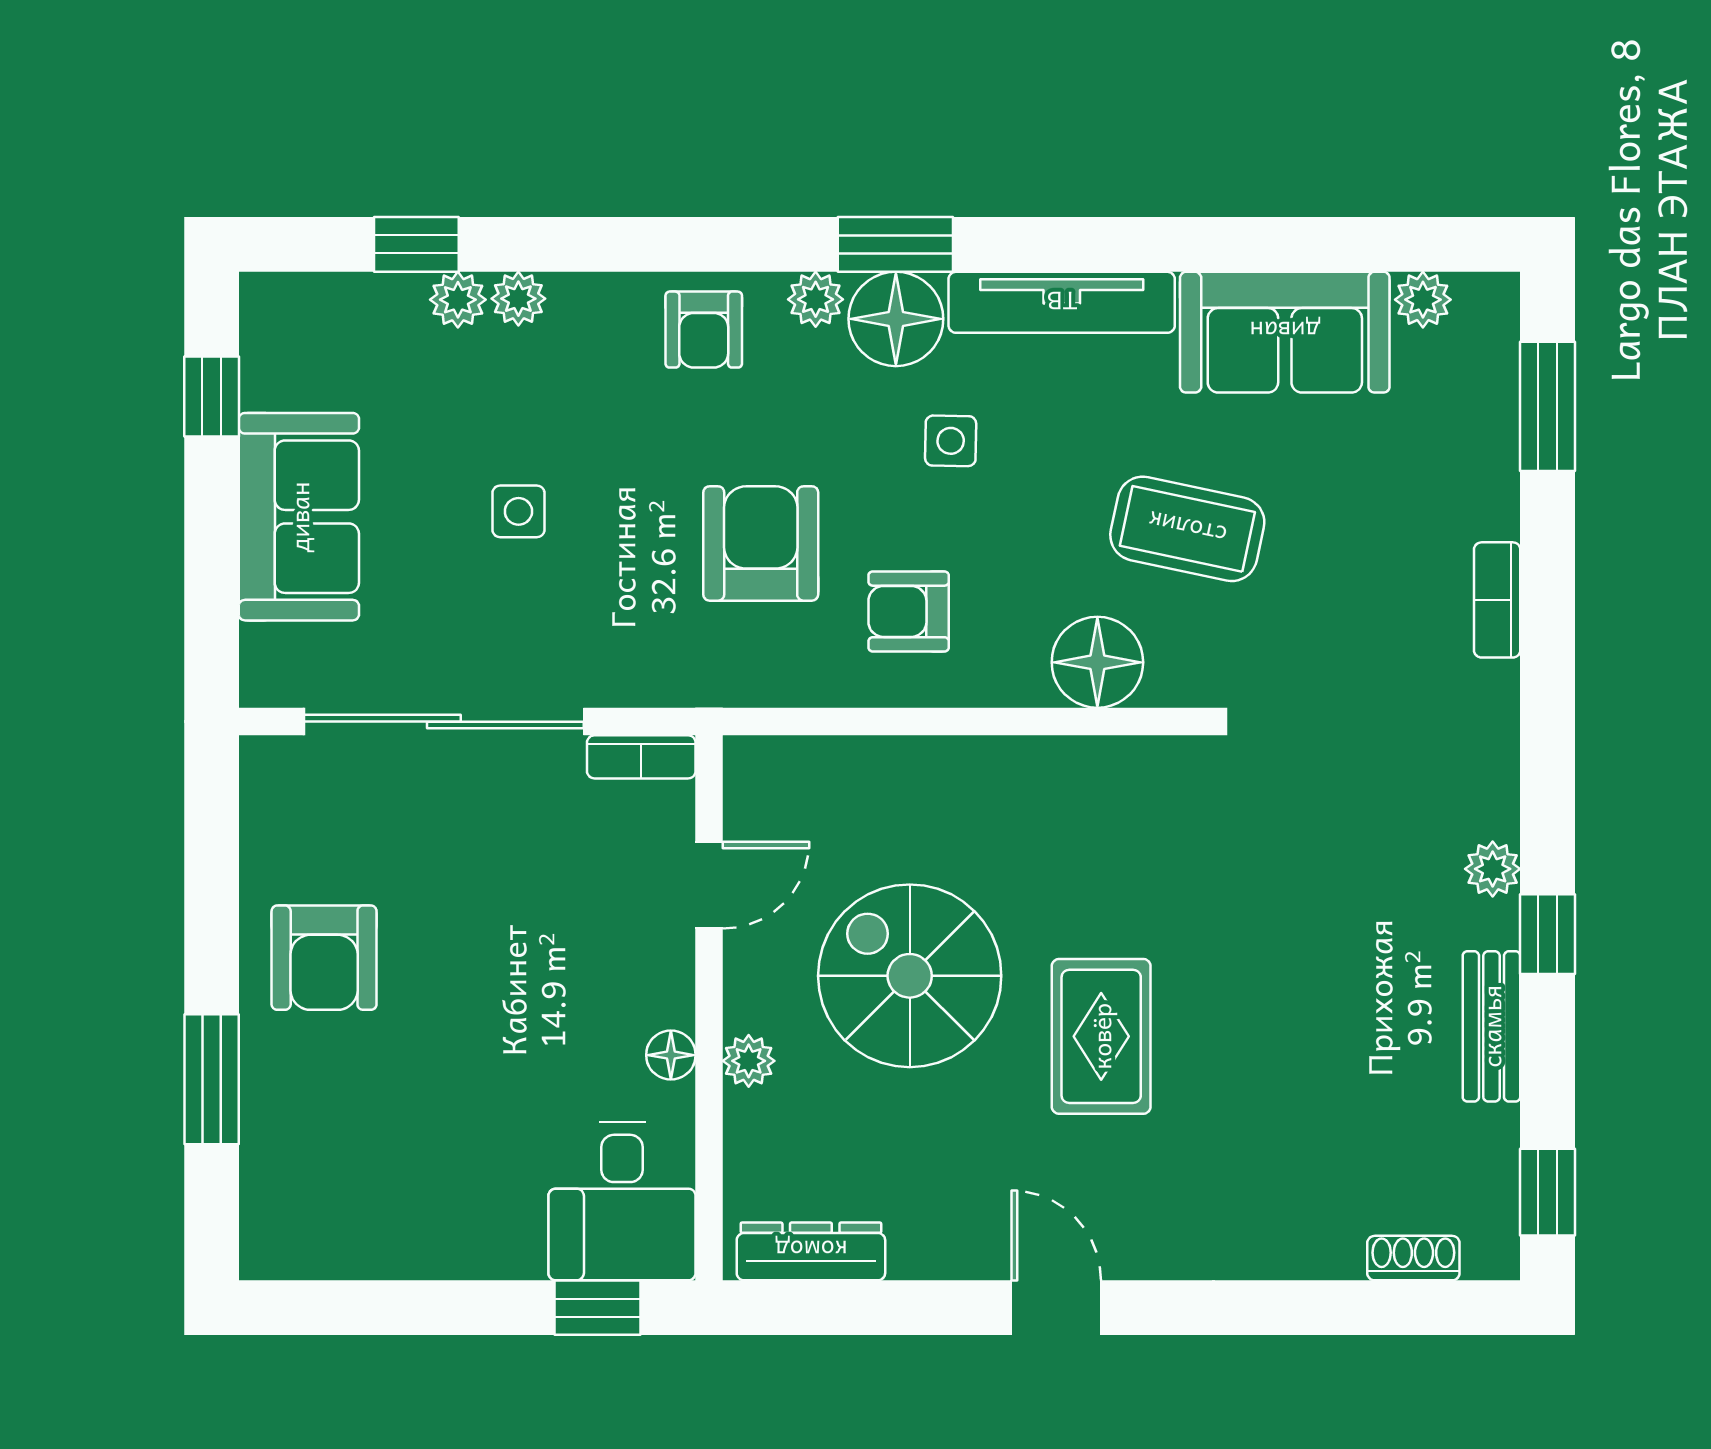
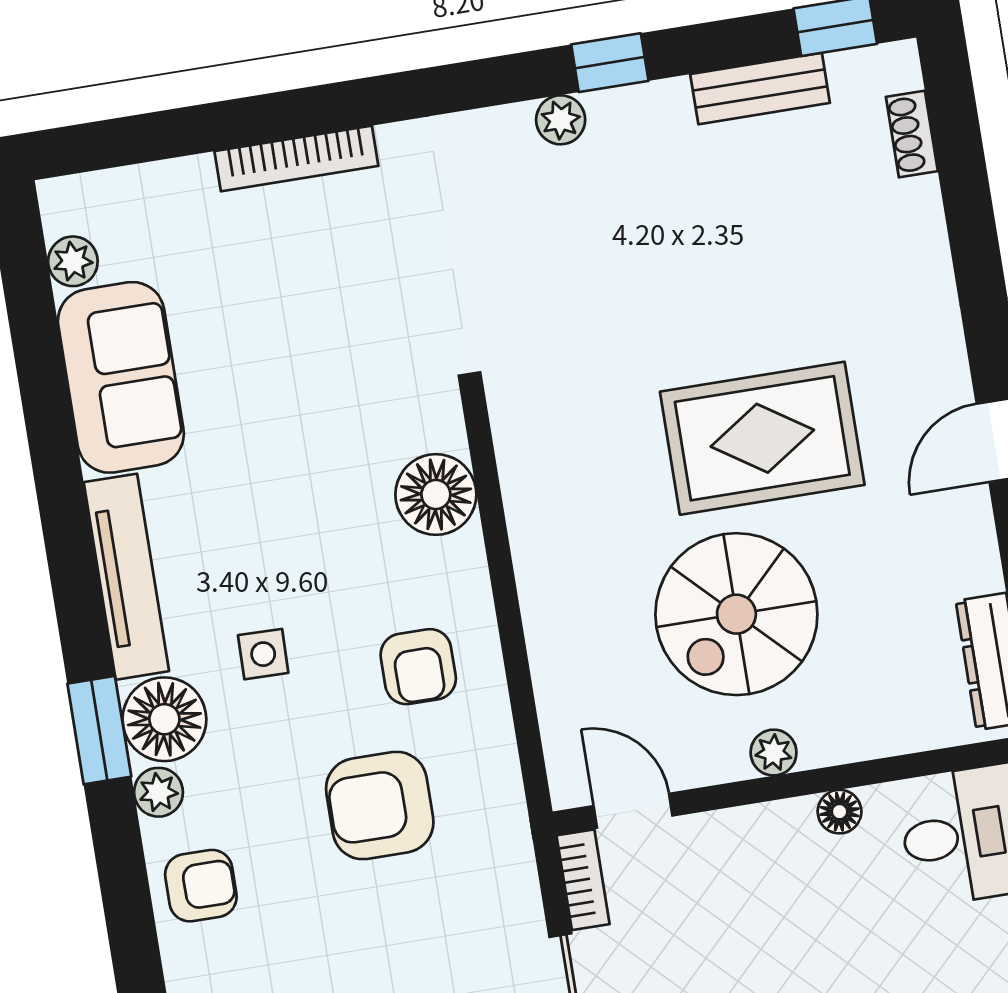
window: (1547, 406) -> (149, 137), removed
coffee table: (1187, 529) -> (307, 435), removed
bookcase: (1497, 600) -> (296, 159), width x1.56
door: (709, 885) -> (633, 811), moved
bench: (1491, 1026) -> (760, 89), moved
rug: (1101, 1036) -> (762, 438), width x1.36, depth x1.43
plant: (749, 1061) -> (774, 753), moved

